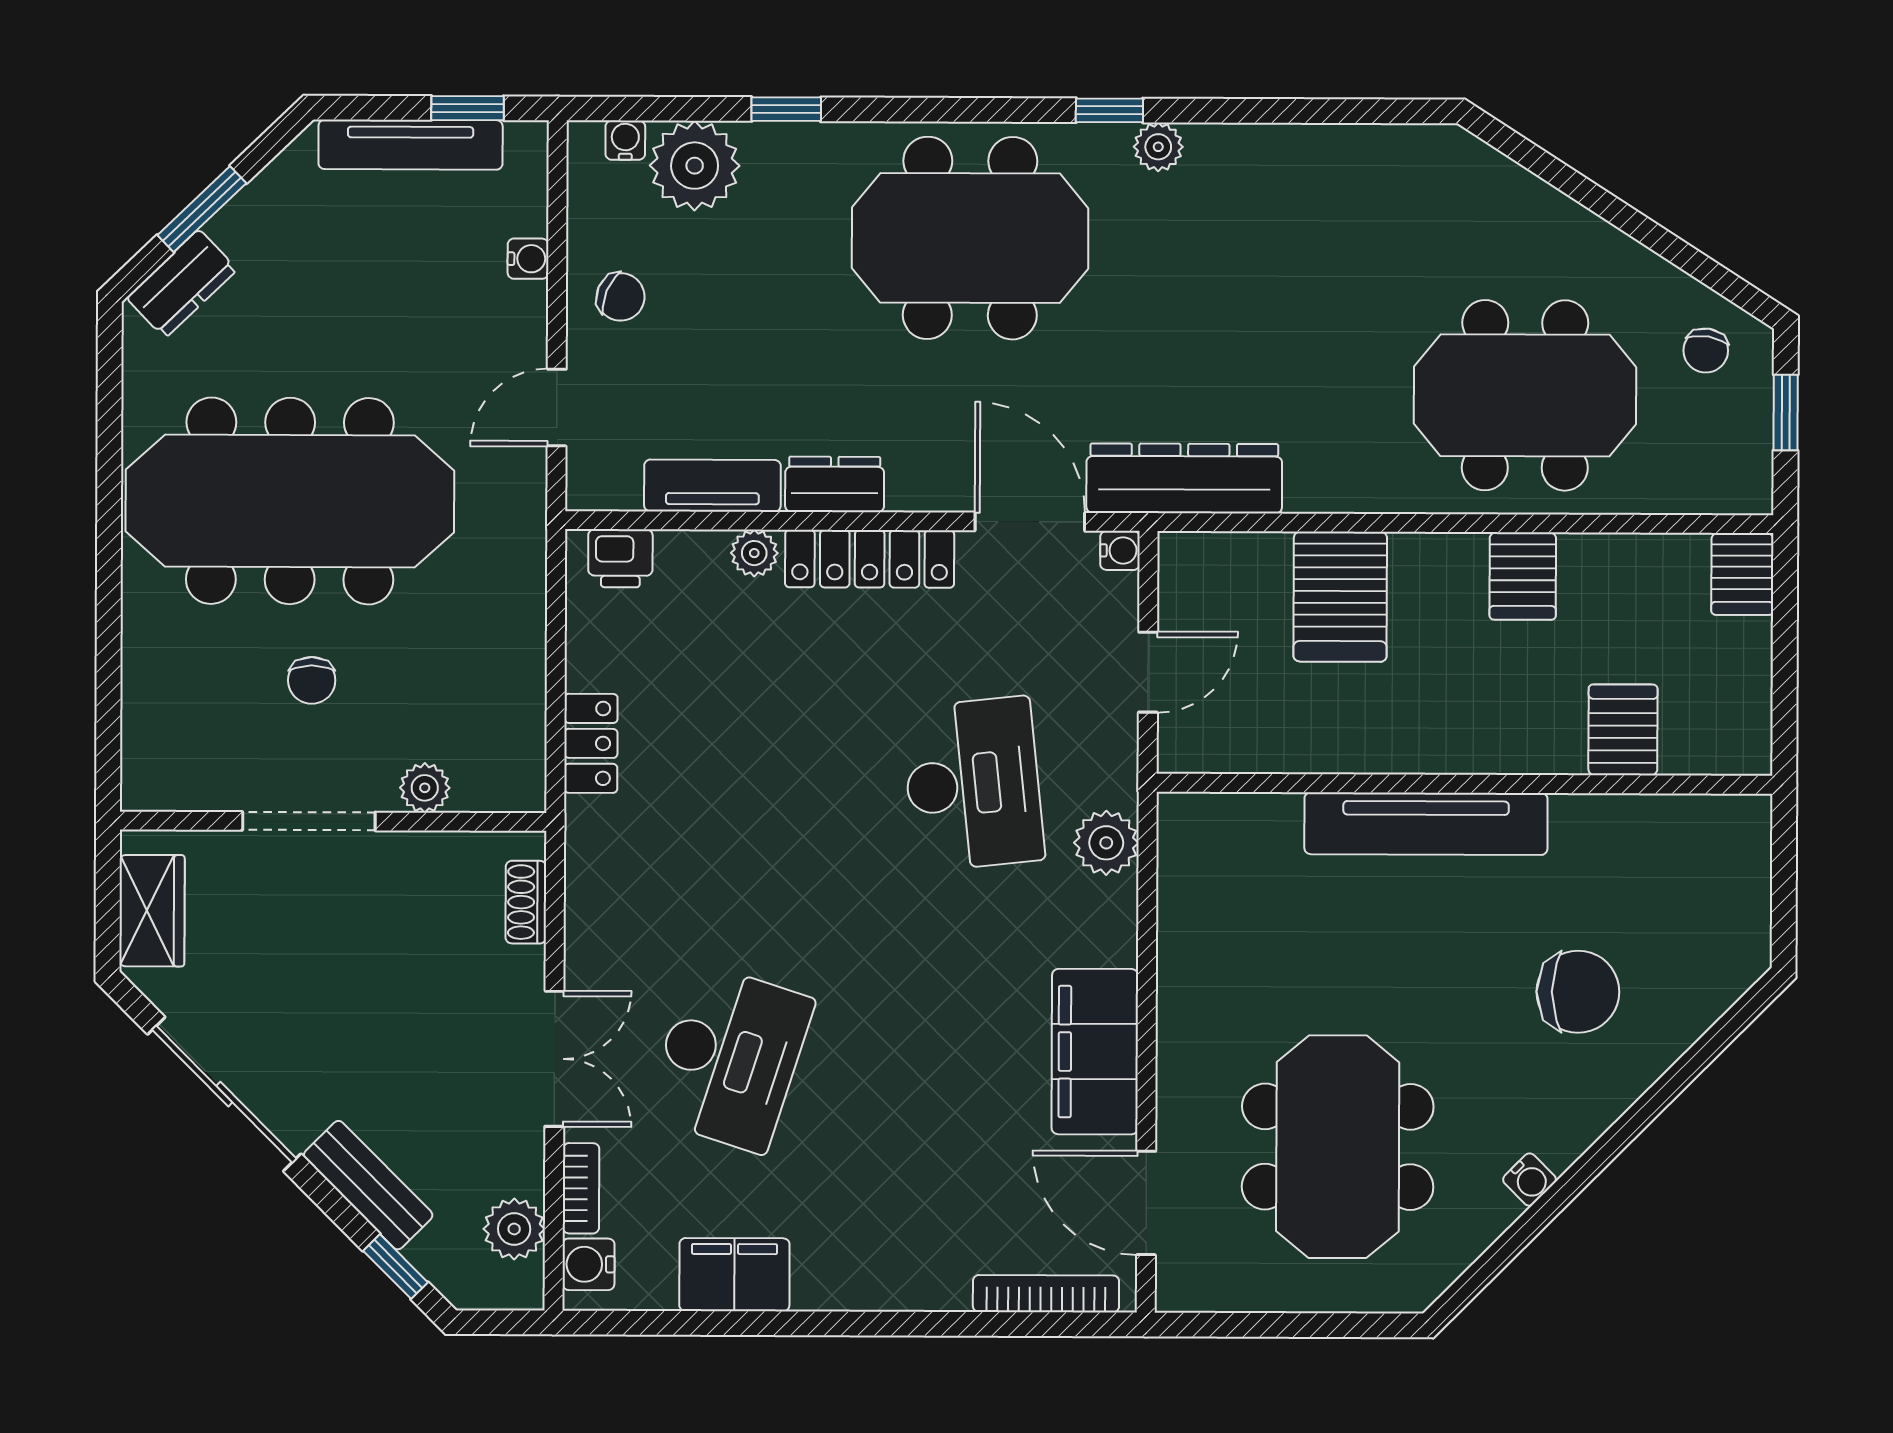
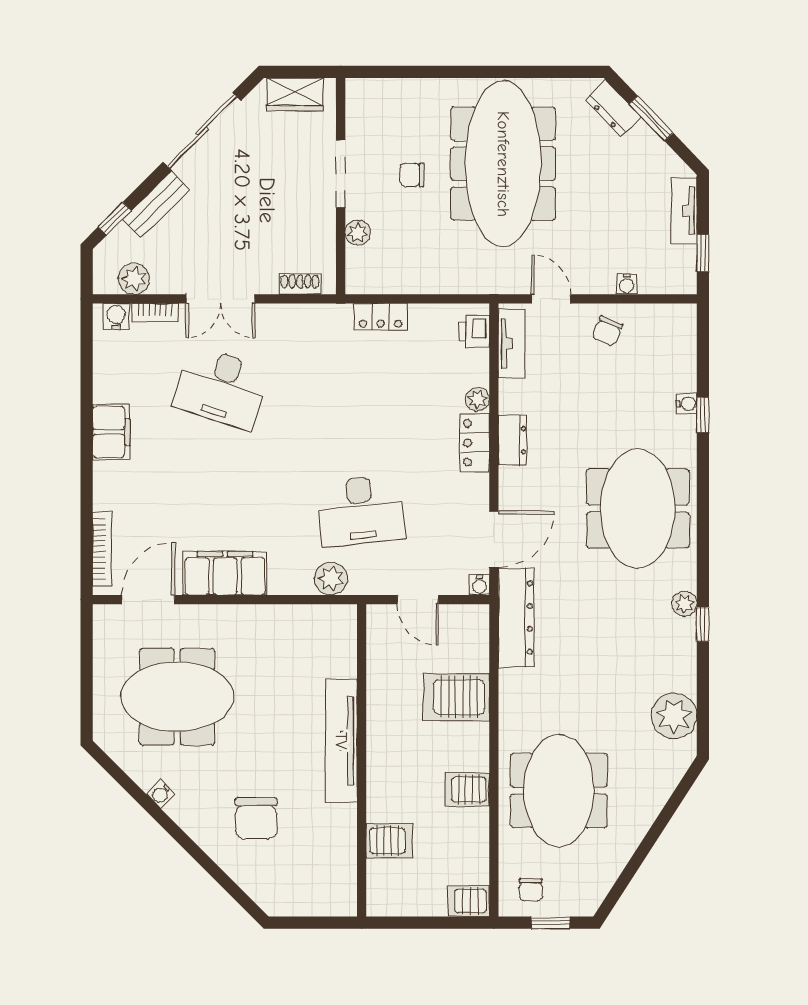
window: (1109, 110) -> (703, 624), moved
water cooler: (625, 140) -> (687, 404), moved
tv unit: (411, 145) -> (684, 211), width x0.71
plant: (695, 166) -> (674, 716), moved
chair: (1706, 350) -> (531, 890), moved, turned -99
tv unit: (712, 486) -> (512, 344), moved
locker: (870, 559) -> (475, 443), width x0.66
filing cabinet: (734, 1275) -> (111, 432), moved

